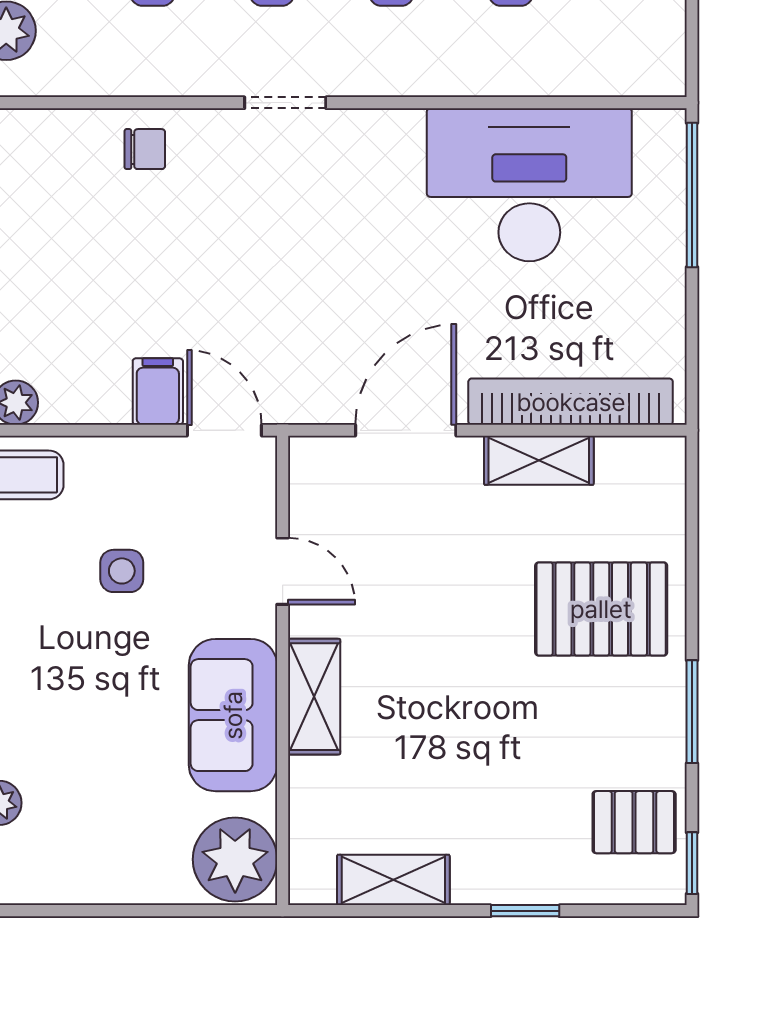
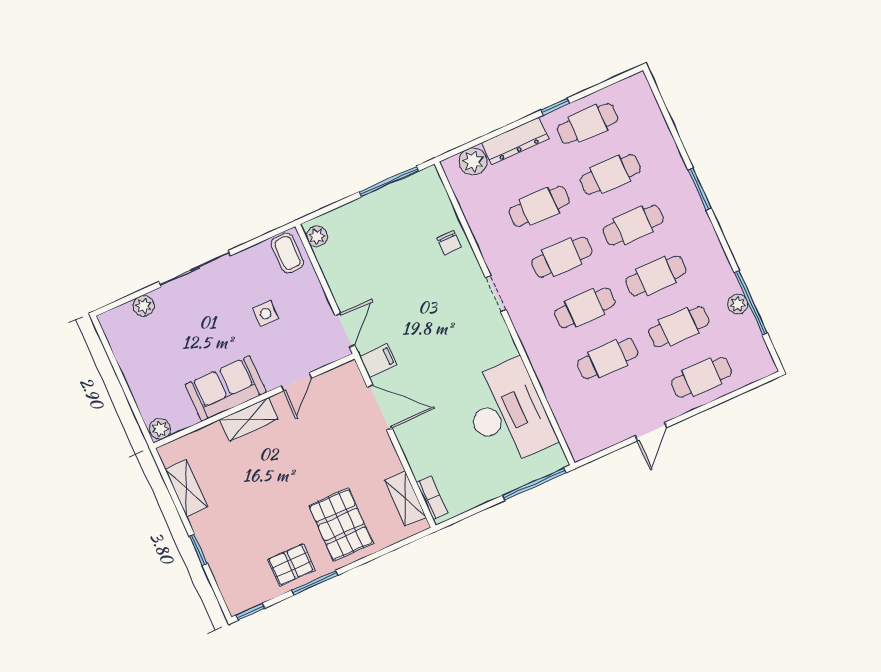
filing cabinet: (158, 391) -> (378, 361), moved
bookcase: (571, 402) -> (432, 498), width x0.43, depth x0.76
shelving: (539, 460) -> (405, 498), moved
pallet: (634, 822) -> (291, 565), moved, turned 90
plant: (235, 859) -> (160, 429), width x0.53, depth x0.53

